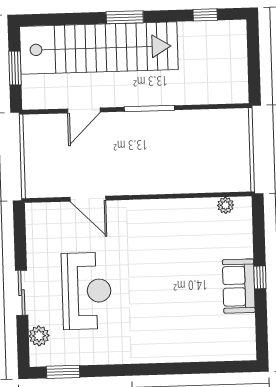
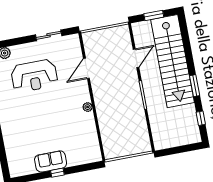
window: (125, 17) -> (195, 86), moved
door: (84, 110) -> (136, 58), swing flipped
plant: (225, 205) -> (88, 107), moved
sliding door: (22, 293) -> (49, 35), moved

